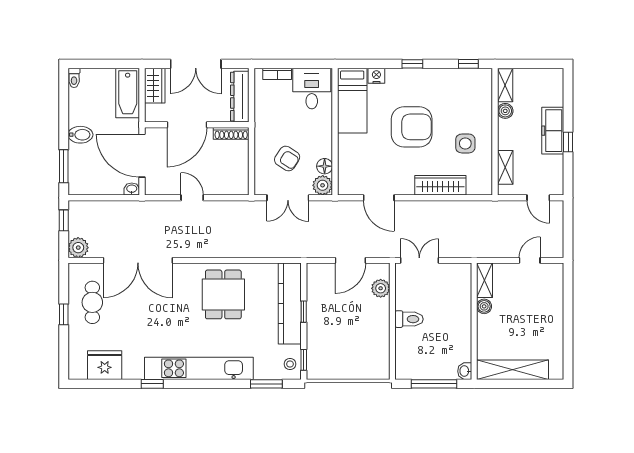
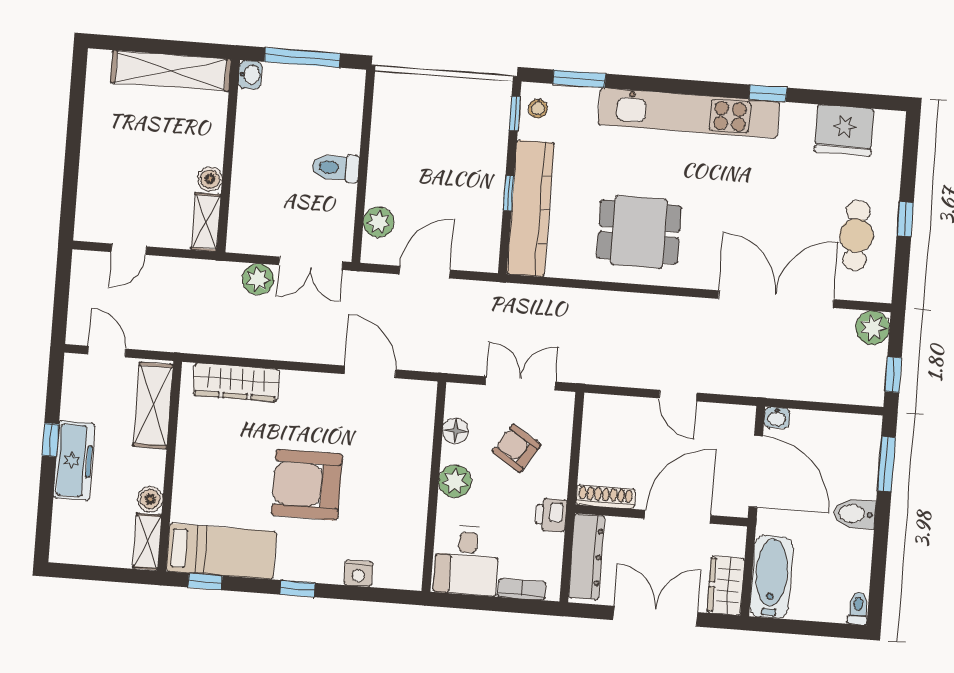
bed: (352, 101) -> (221, 551), moved, turned 90
printer: (263, 120) -> (551, 515), added
side table: (465, 143) -> (220, 450), removed
shelving: (505, 167) -> (153, 405), width x1.50, depth x1.33
plant: (323, 185) -> (455, 481), moved
wardrobe: (440, 185) -> (236, 382), moved
plant: (451, 248) -> (258, 279), added
dining table: (223, 294) -> (639, 232), turned 90

